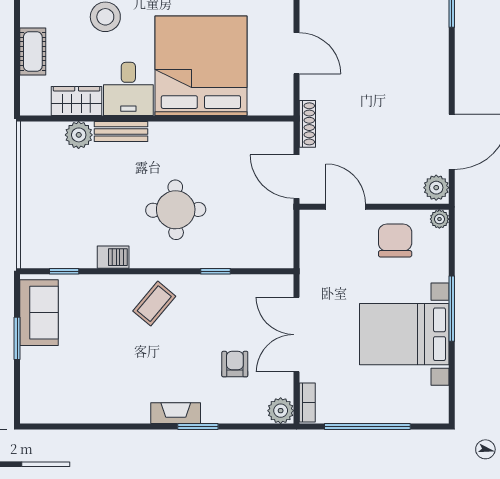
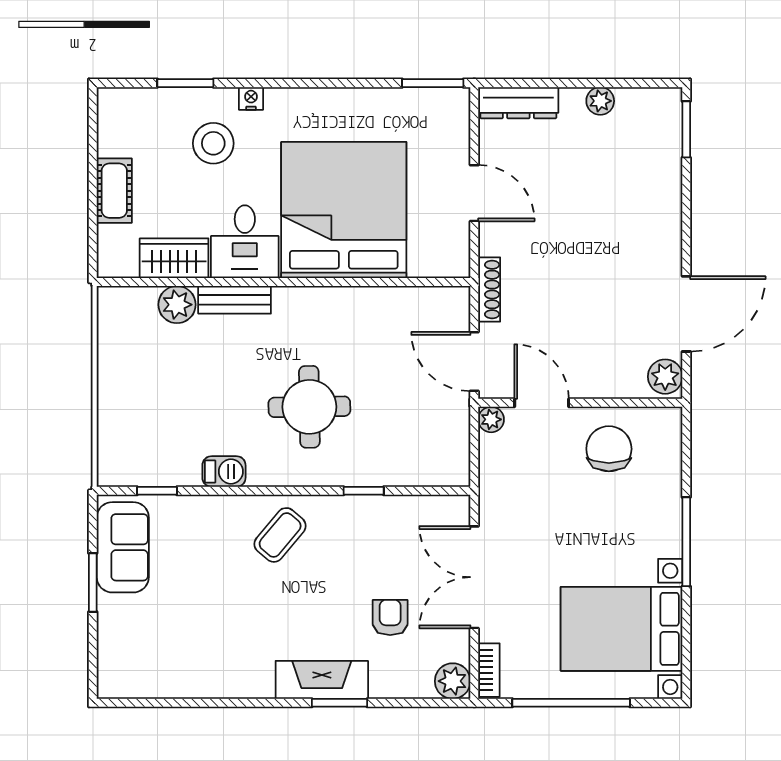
plant: (439, 219) -> (491, 419), moved
bed with nightstands: (404, 334) -> (622, 629), moved
fireplace: (176, 413) -> (322, 680), width x1.37, depth x1.32

